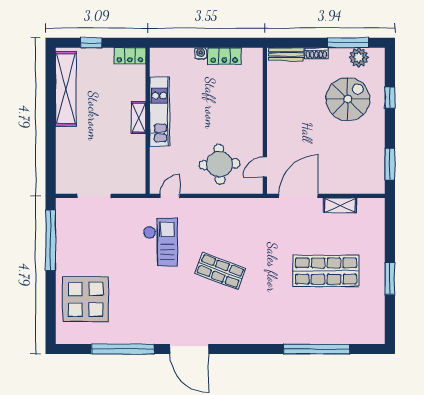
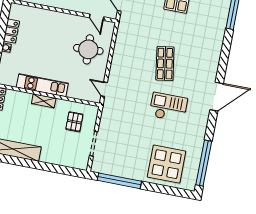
pallet: (119, 164) -> (74, 122), added
checkout: (160, 242) -> (168, 107), moved
shop shelf: (220, 271) -> (165, 64), turned -30
window: (123, 349) -> (204, 163), moved

